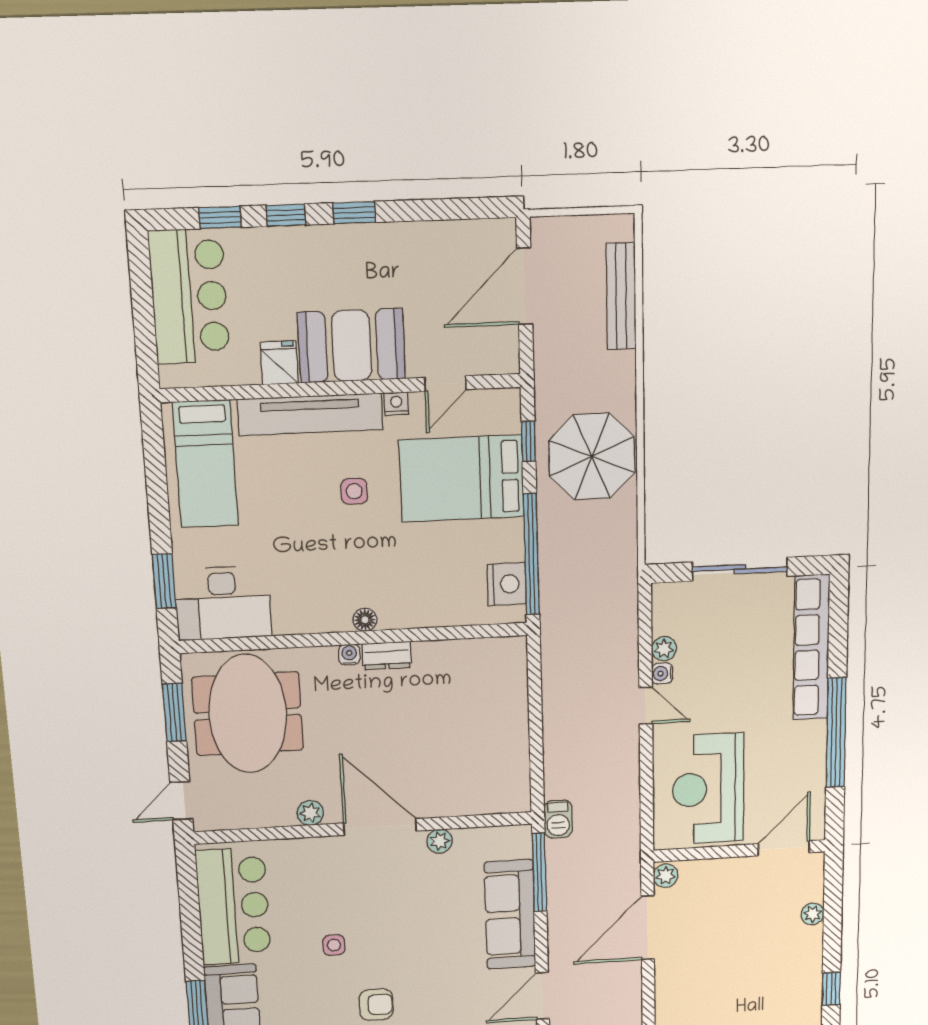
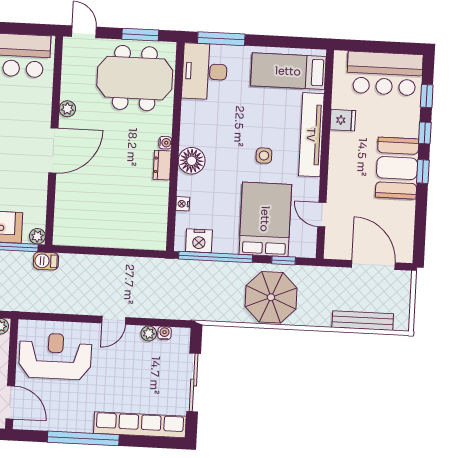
booth: (352, 346) -> (397, 168), moved
nightstand: (396, 404) -> (183, 204), moved, turned 180
window: (164, 581) -> (221, 39), width x1.44
floor lamp: (365, 620) -> (192, 161), width x1.89, depth x1.89
water cooler: (662, 674) -> (164, 333), moved
plant: (440, 841) -> (37, 236), moved

